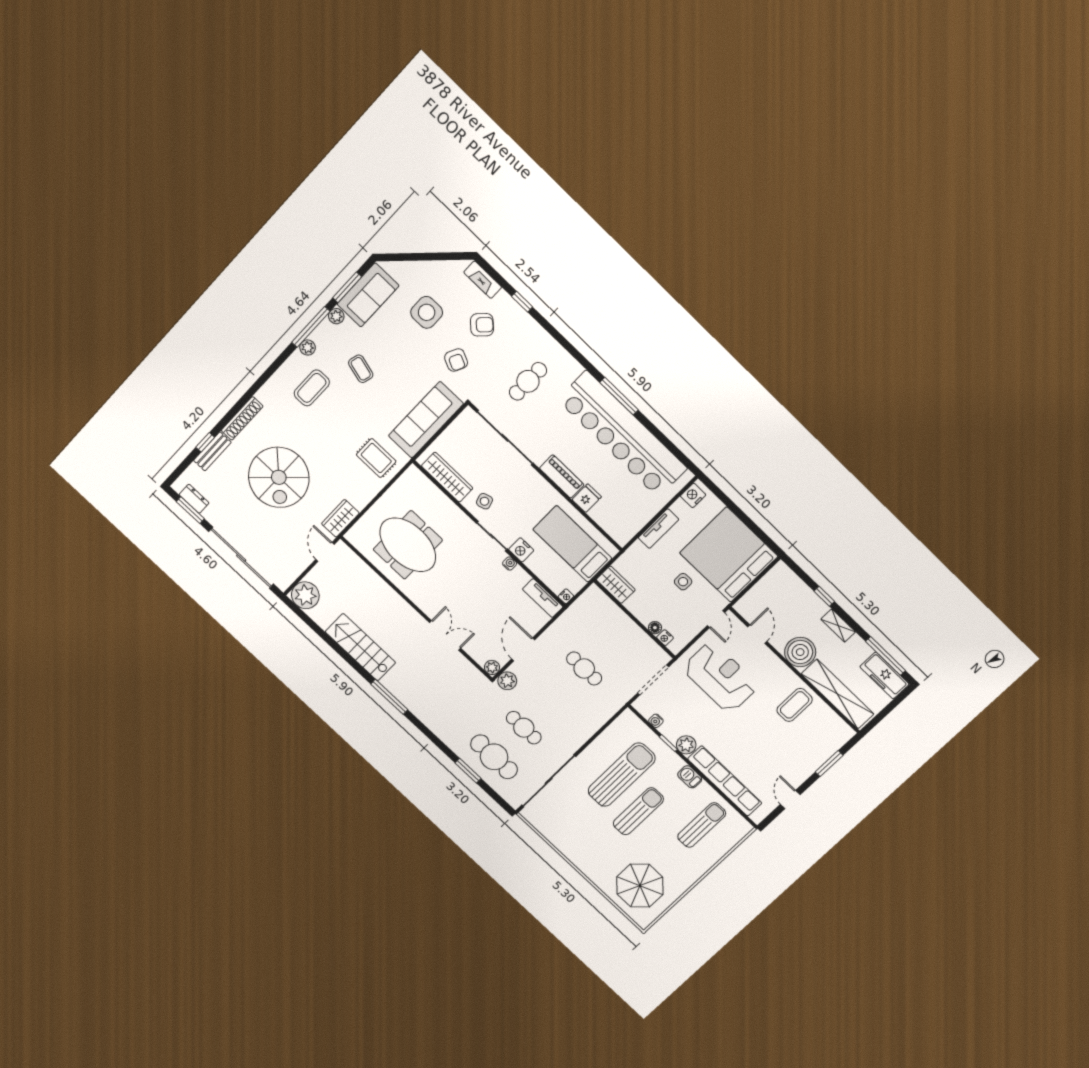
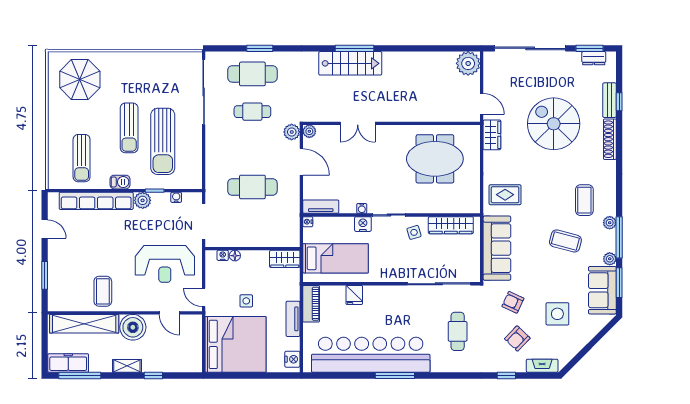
coffee table: (361, 369) -> (565, 241), width x1.36, depth x1.30
piano: (562, 476) -> (311, 304), moved, turned -90
stairs: (360, 647) -> (350, 63), moved
cafe table: (584, 668) -> (252, 187), width x1.37, depth x1.35

